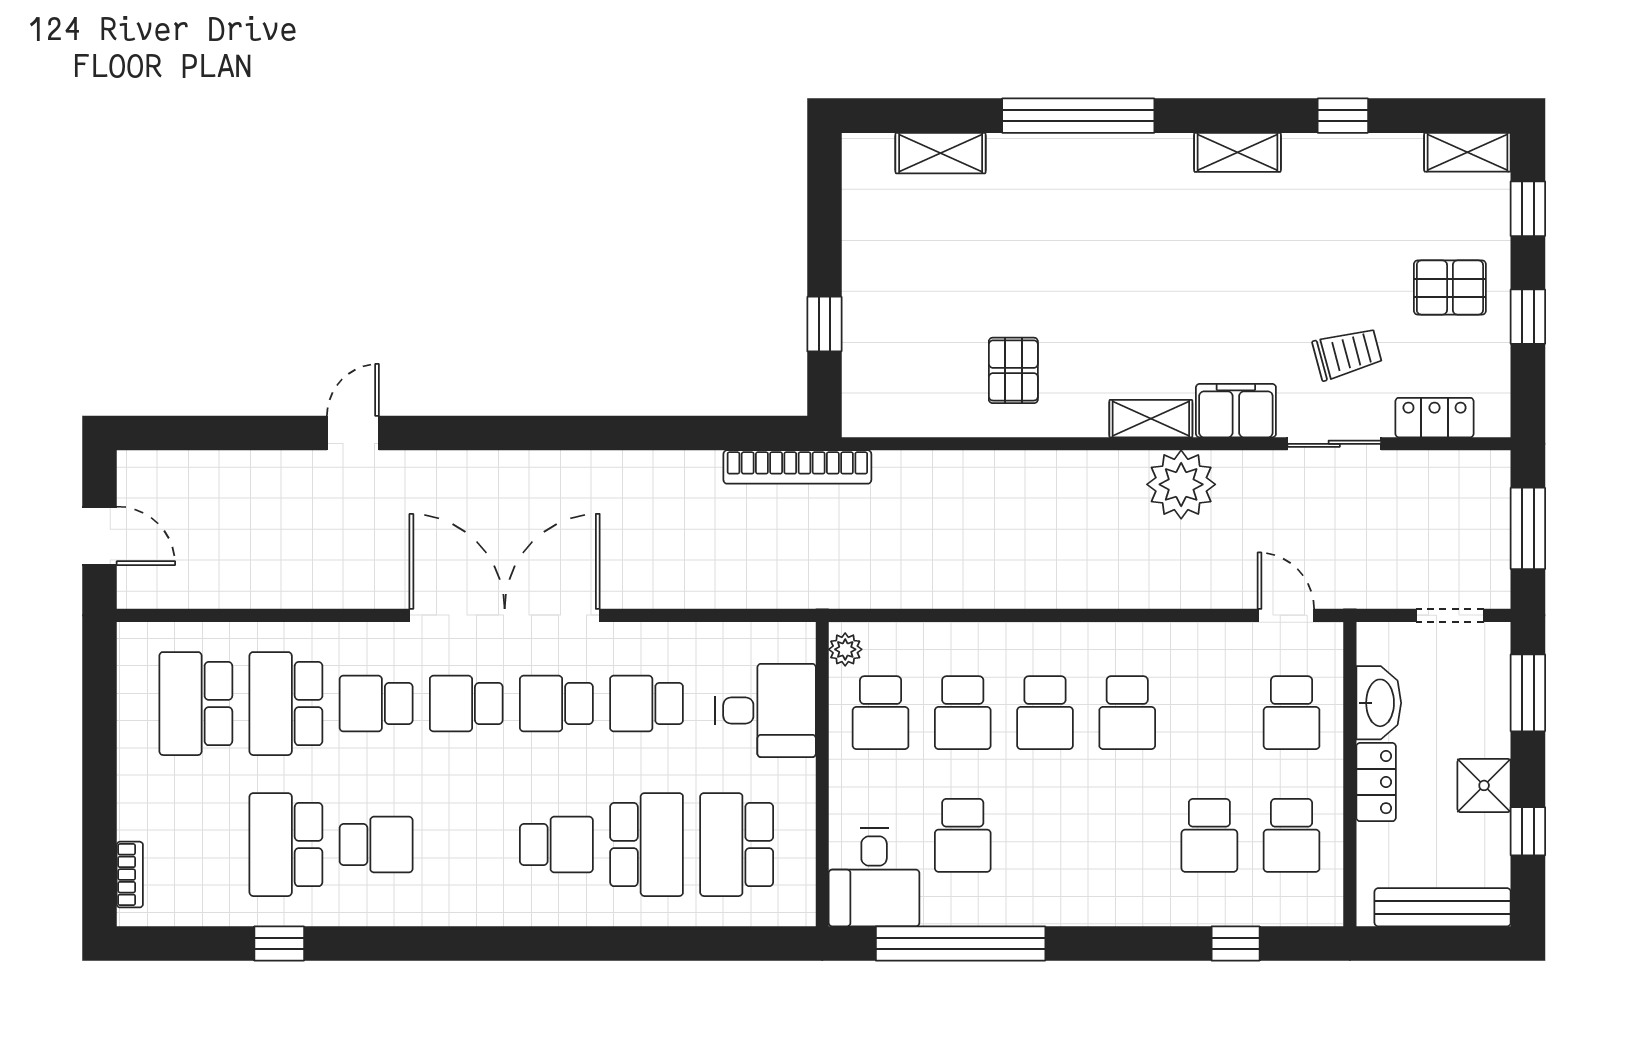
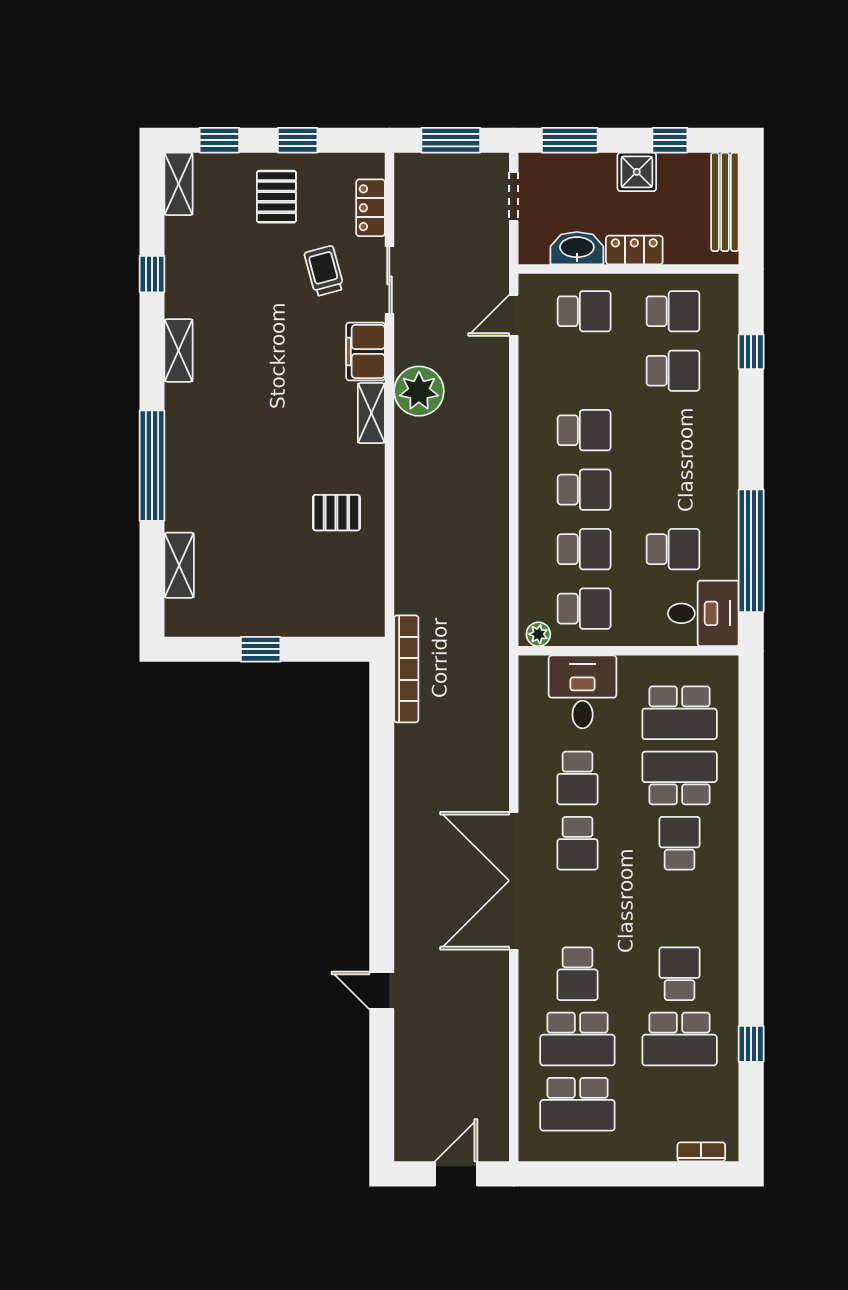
window: (824, 324) -> (261, 649), moved
school desk: (466, 704) -> (577, 908), removed

